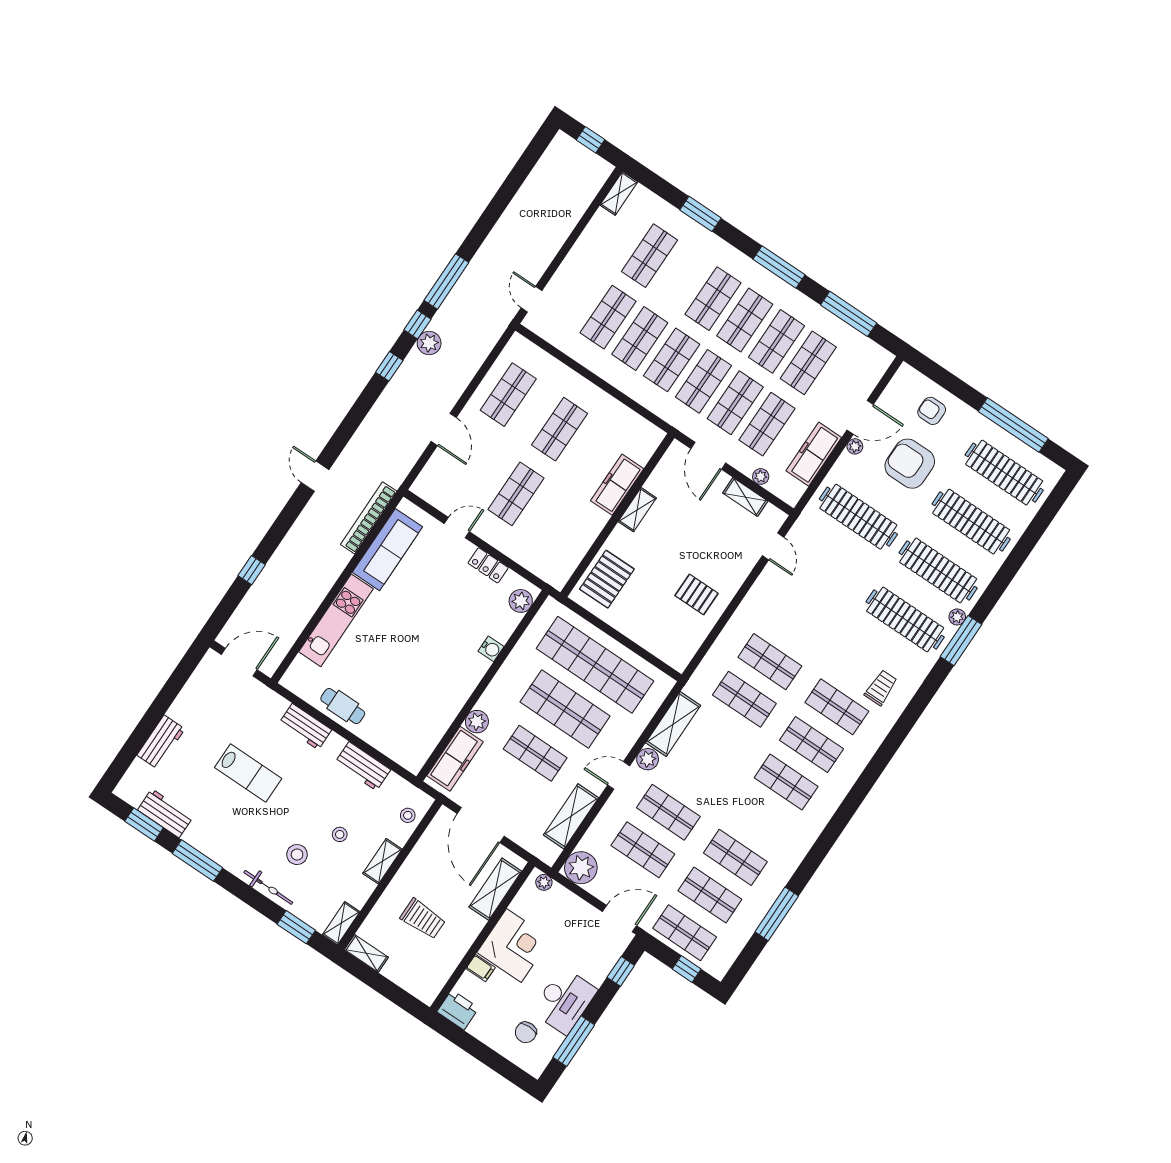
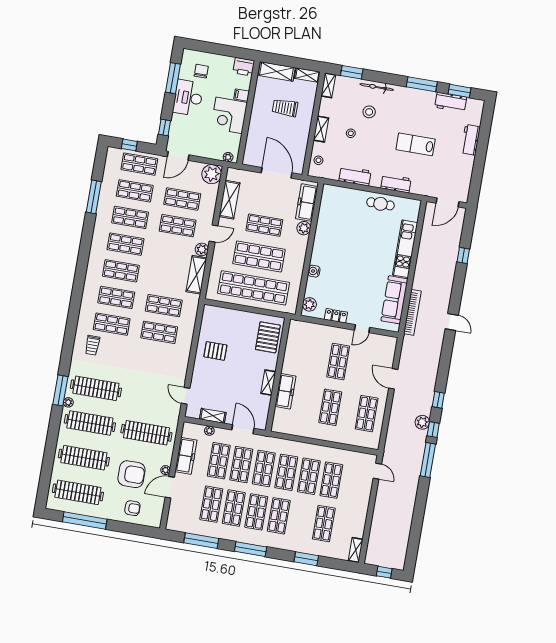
shop shelf: (761, 820) -> (125, 244), added
shelving: (495, 889) -> (277, 71), moved, turned 90

